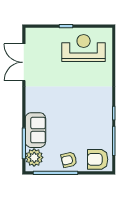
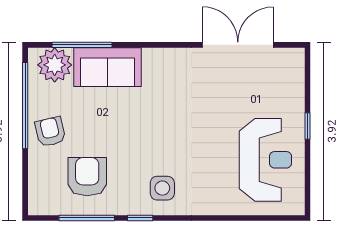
side table: (98, 102) -> (162, 188), added
armchair: (98, 159) -> (87, 177), moved

